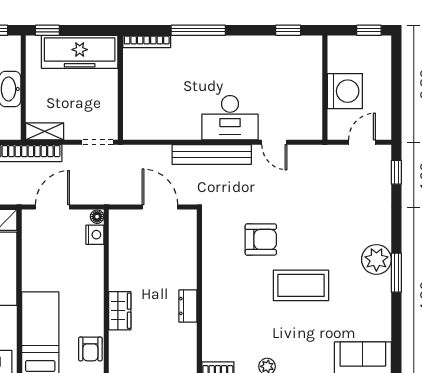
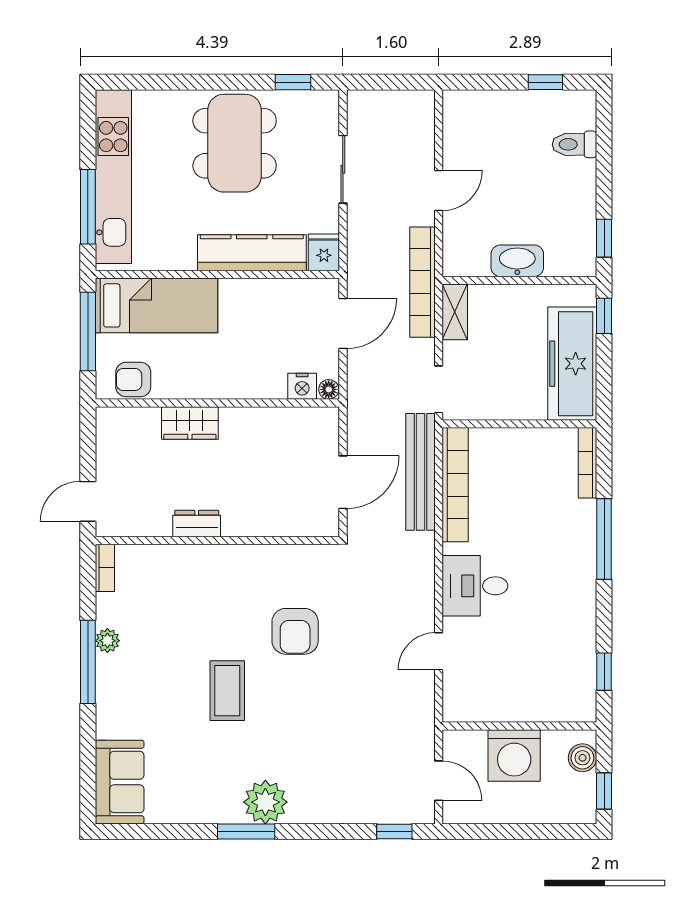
boiler: (346, 45) -> (582, 758), added
desk: (230, 118) -> (475, 586), width x0.73
bookcase: (162, 131) -> (455, 485), added
bench: (212, 155) -> (420, 472), moved
door: (52, 207) -> (343, 323), hinge flipped
coffee table: (301, 285) -> (227, 691), width x0.73, depth x0.76

